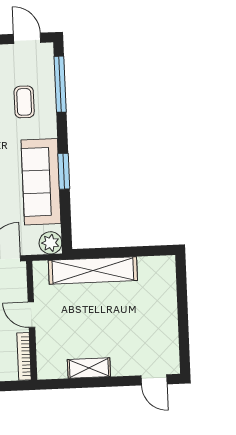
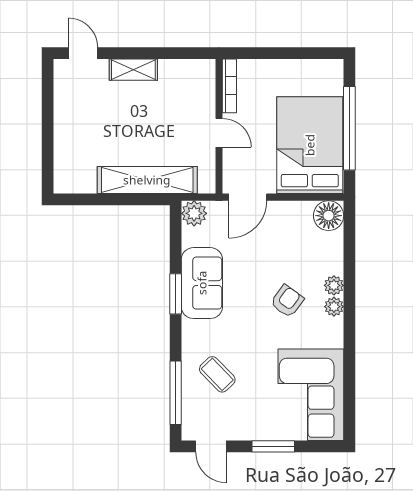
coffee table: (24, 102) -> (217, 374), turned -44
sofa: (41, 182) -> (202, 283), width x0.73
shelving: (89, 368) -> (133, 70), moved

